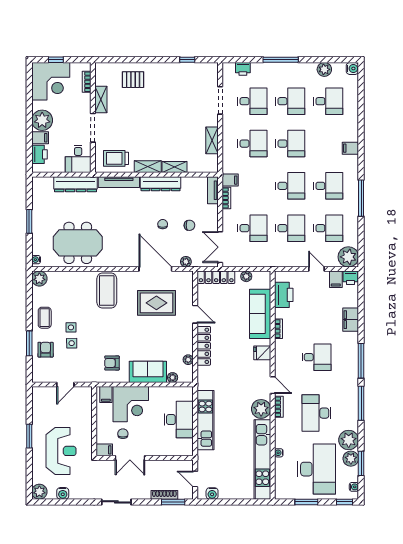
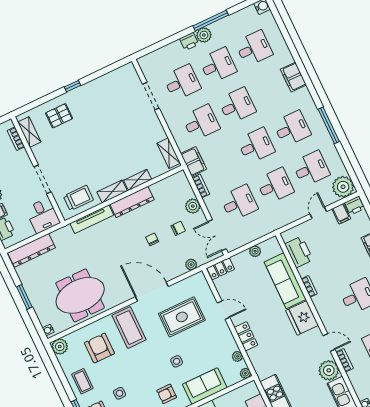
window: (187, 60) -> (72, 86), moved
window: (281, 60) -> (211, 20), moved
printer: (243, 69) -> (189, 41), moved
plant: (324, 69) -> (204, 35), moved
shelving: (101, 100) -> (29, 132), moved
shelving: (212, 140) -> (169, 153), moved
filing cabinet: (350, 148) -> (293, 77), width x2.00
trolley: (116, 158) -> (78, 198), turned 180
filing cabinet: (230, 180) -> (194, 161), width x2.00
dresser: (76, 184) -> (32, 250), moved
tv unit: (213, 190) -> (185, 185), removed
plant: (211, 212) -> (193, 206), added
door: (155, 269) -> (152, 292), moved
door: (316, 269) -> (318, 213), hinge flipped
locker: (216, 277) -> (221, 269), width x0.66
armchair: (73, 296) -> (99, 348), added
side table: (71, 327) -> (177, 361), moved
locker: (204, 346) -> (246, 336), width x0.66
fridge: (262, 353) -> (302, 318), width x1.88, depth x1.34
plant: (173, 378) -> (245, 373), moved

